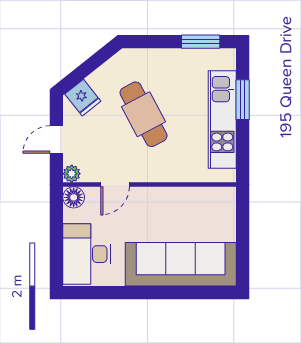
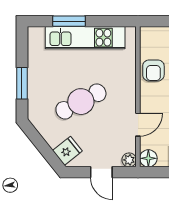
window: (201, 42) -> (22, 83), moved
door: (115, 185) -> (138, 125), hinge flipped
armchair: (182, 204) -> (153, 70), added

